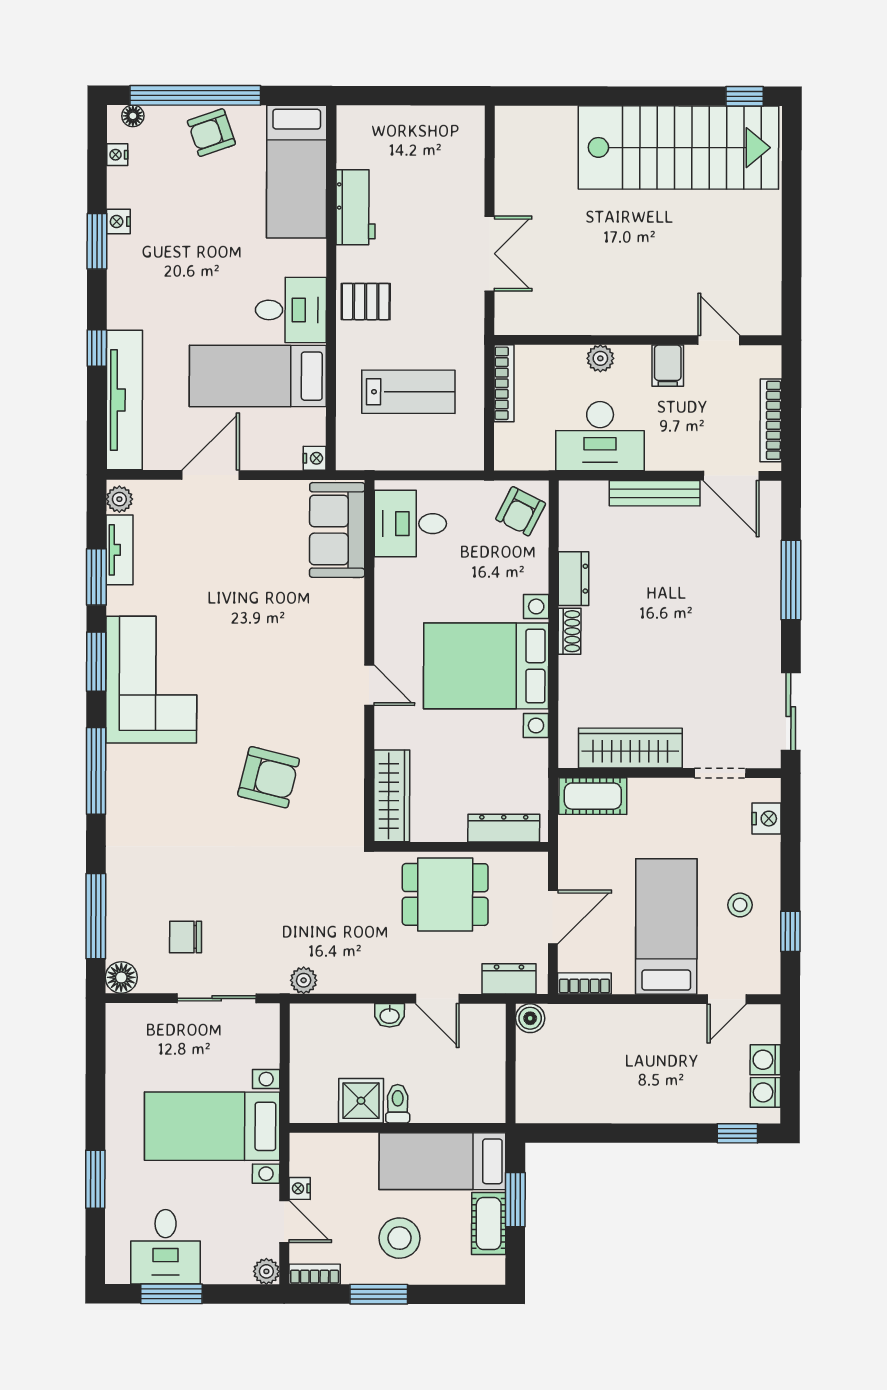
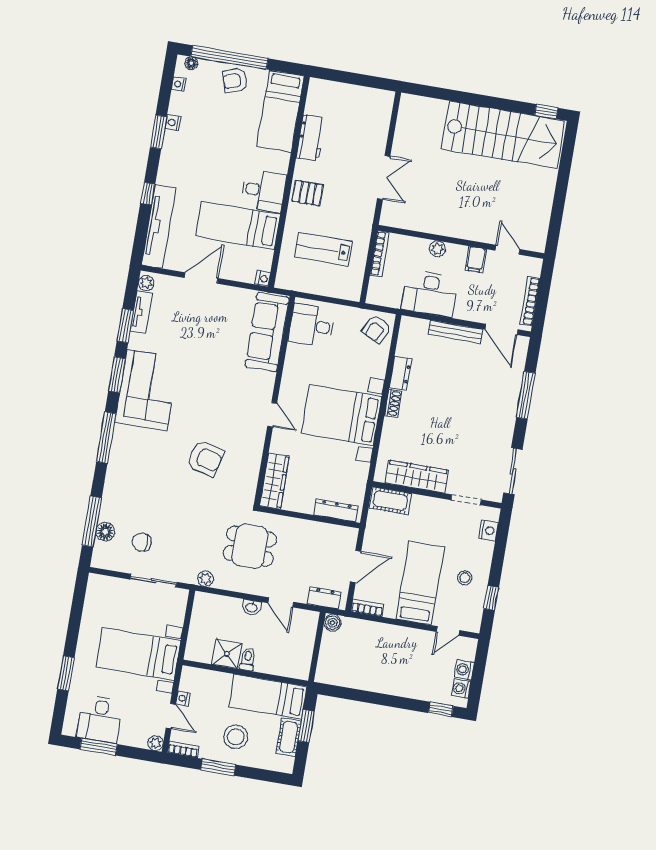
lab bench: (408, 392) -> (323, 249), turned 180
sofa: (337, 530) -> (267, 332), width x1.36
dining table: (445, 894) -> (250, 546), moved
floor lamp: (121, 977) -> (105, 532), moved

